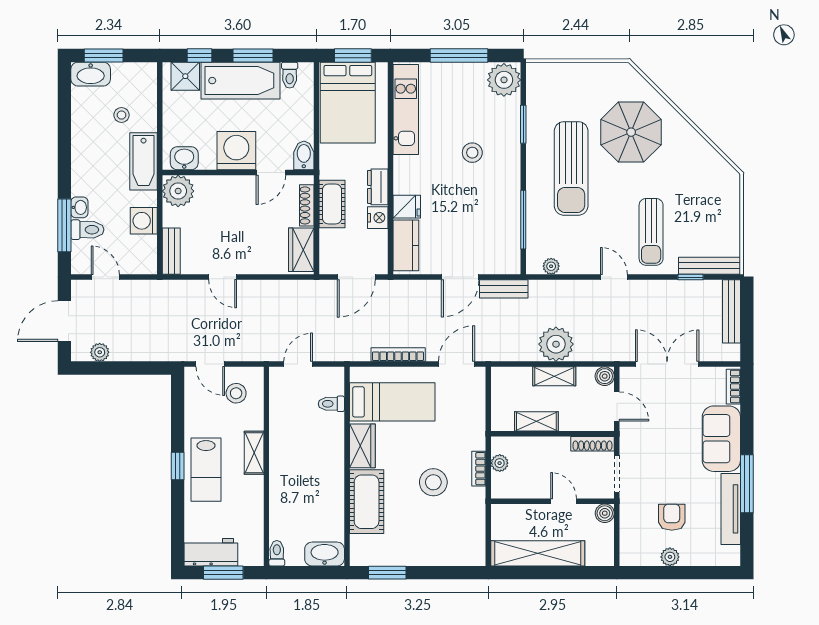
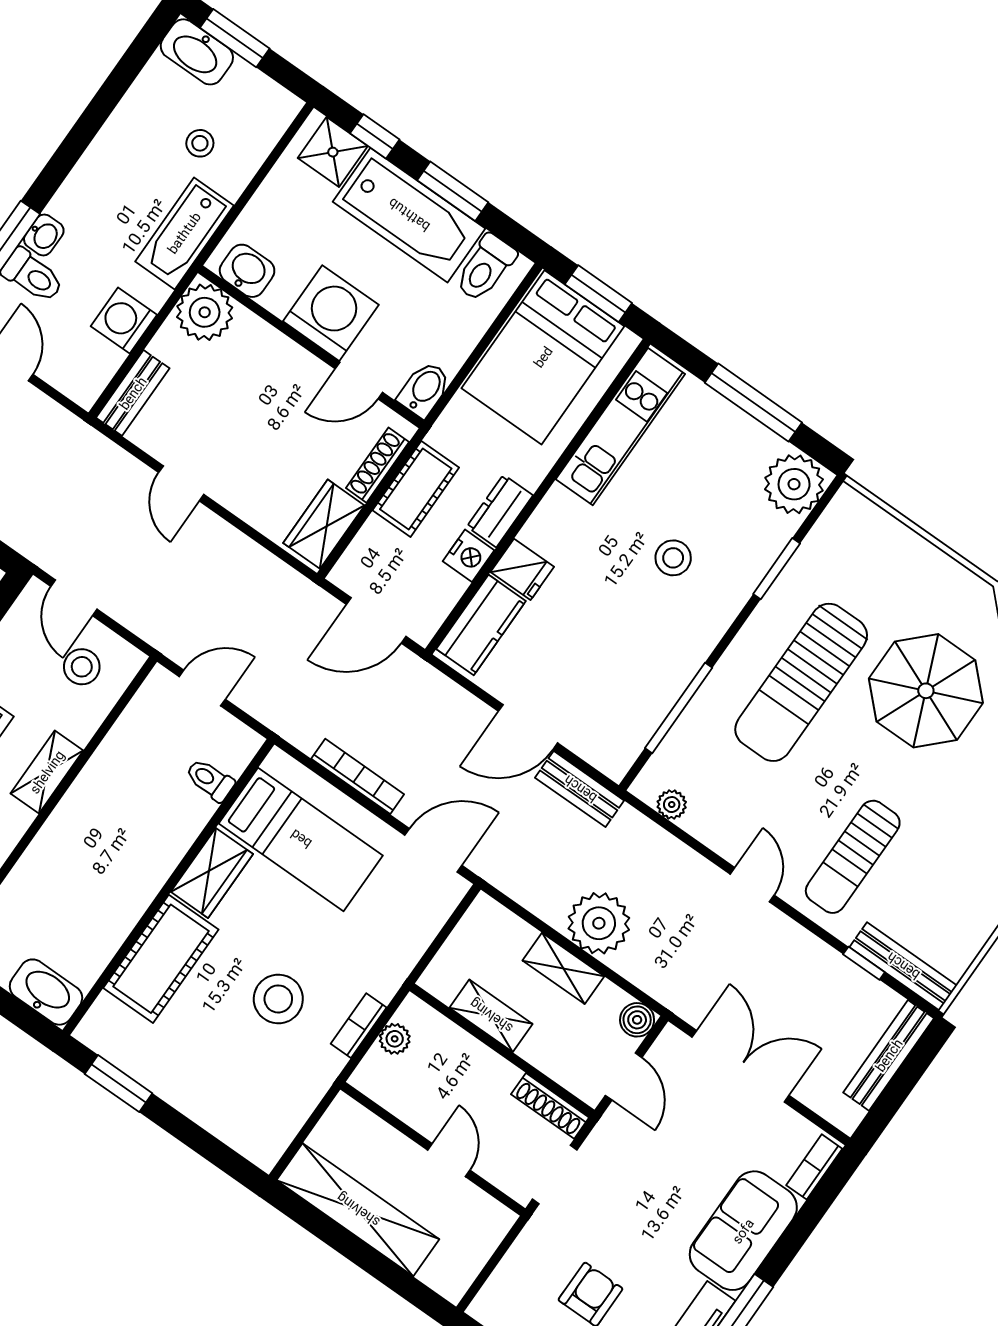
toilet: (290, 75) -> (485, 268), width x1.37, depth x1.39
boiler: (605, 513) -> (497, 1220), removed

